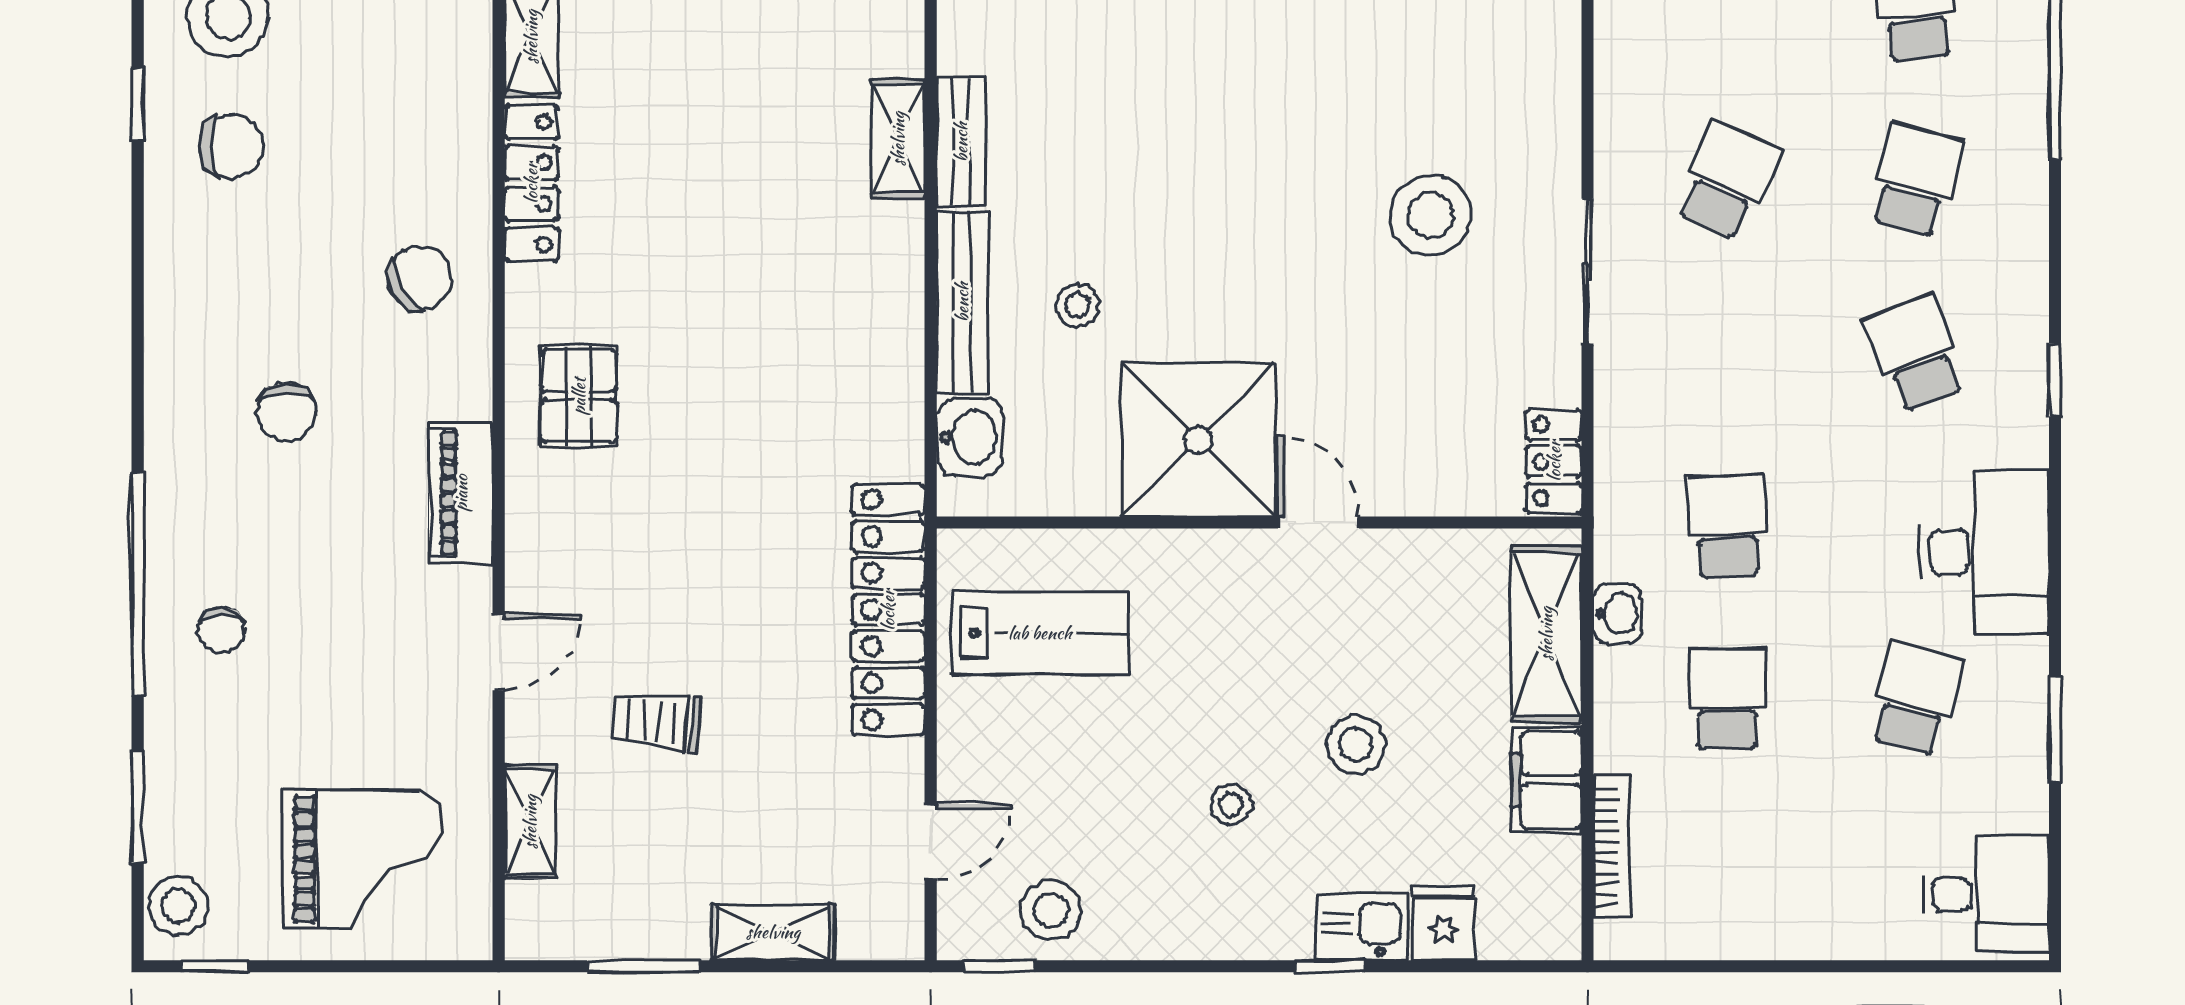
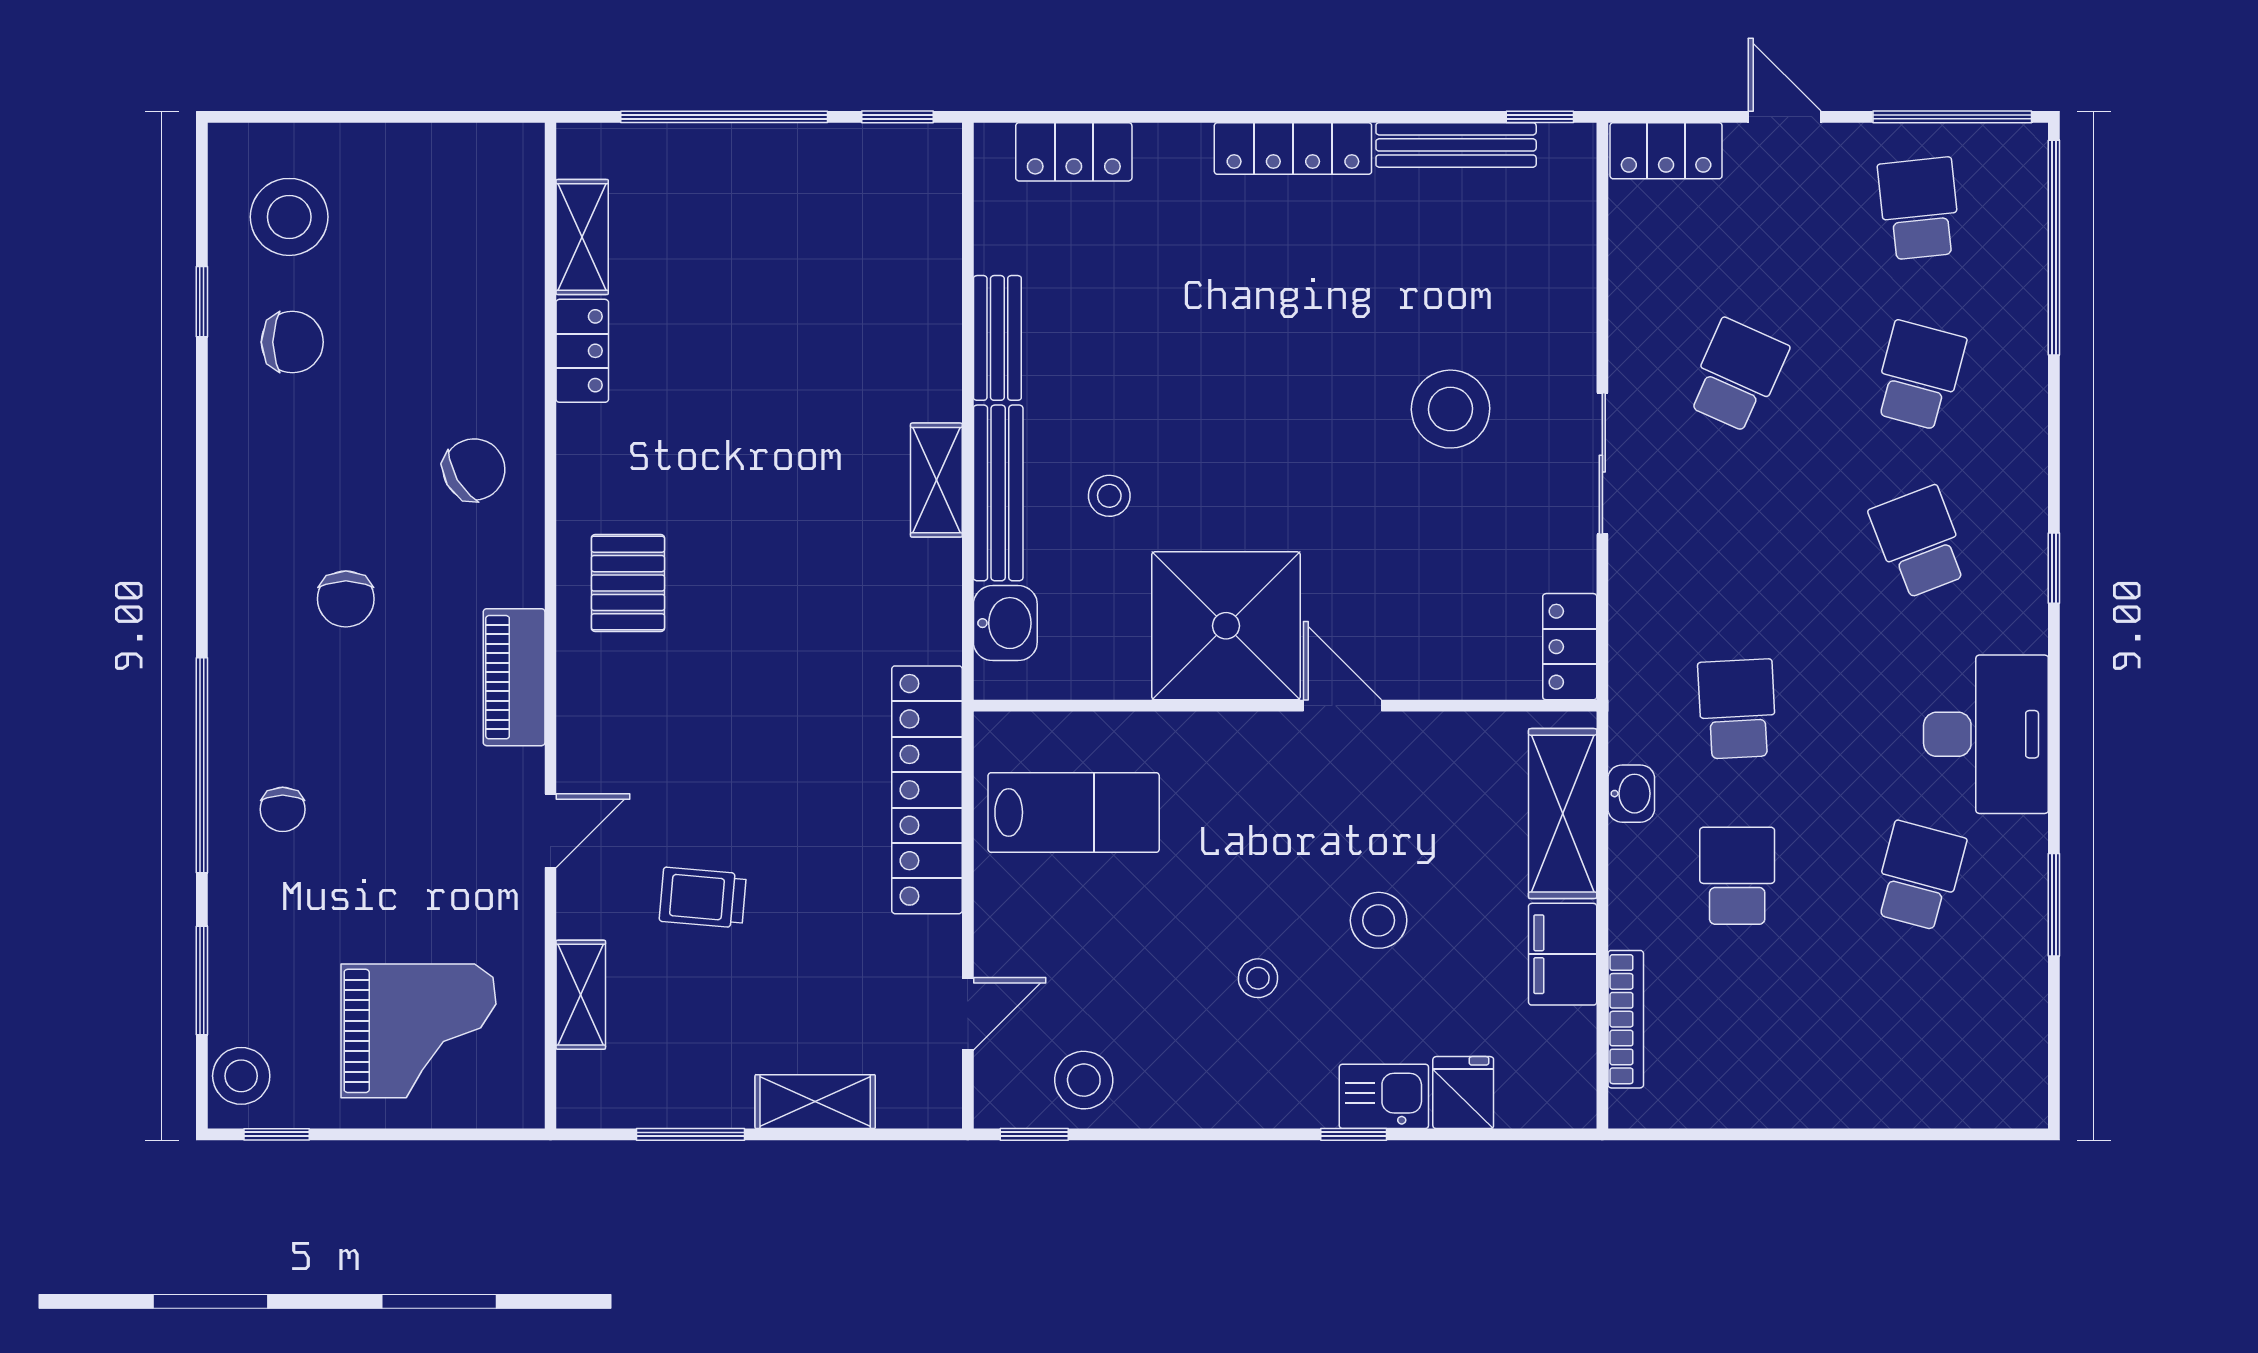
shelving: (898, 139) -> (936, 480), moved
locker: (531, 183) -> (582, 351), width x0.66
desk: (1986, 894) -> (1987, 1065), removed

